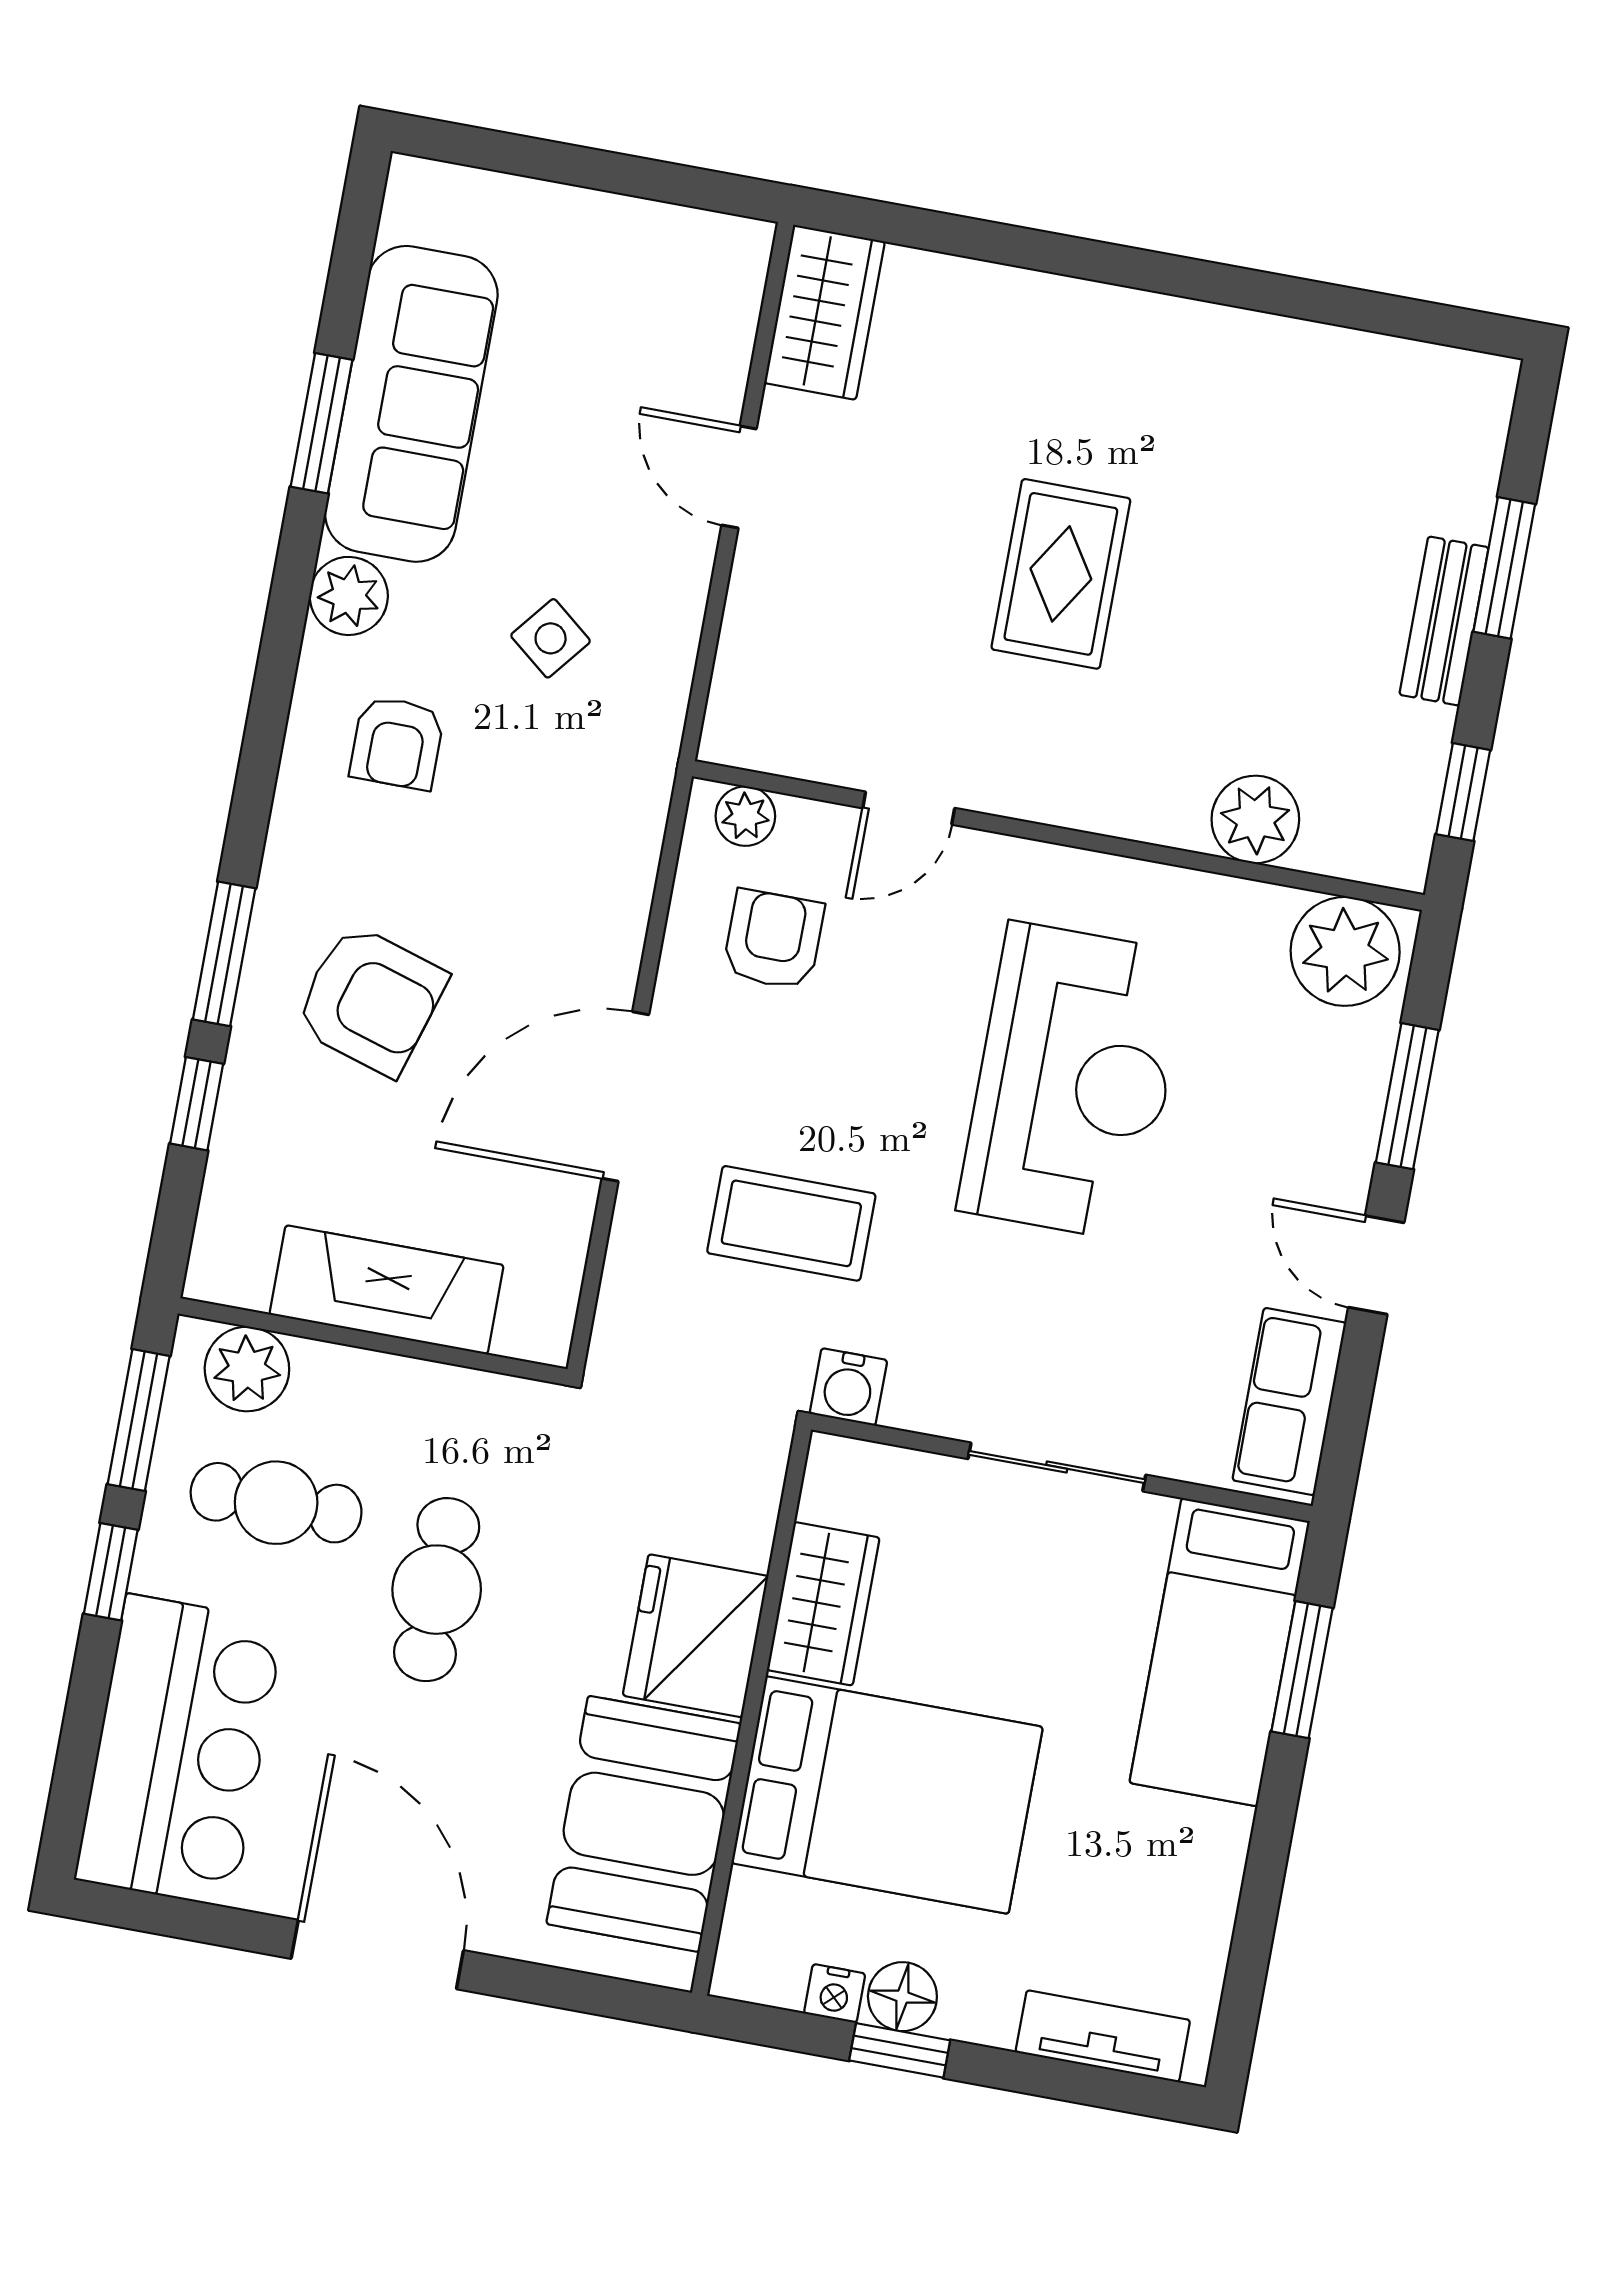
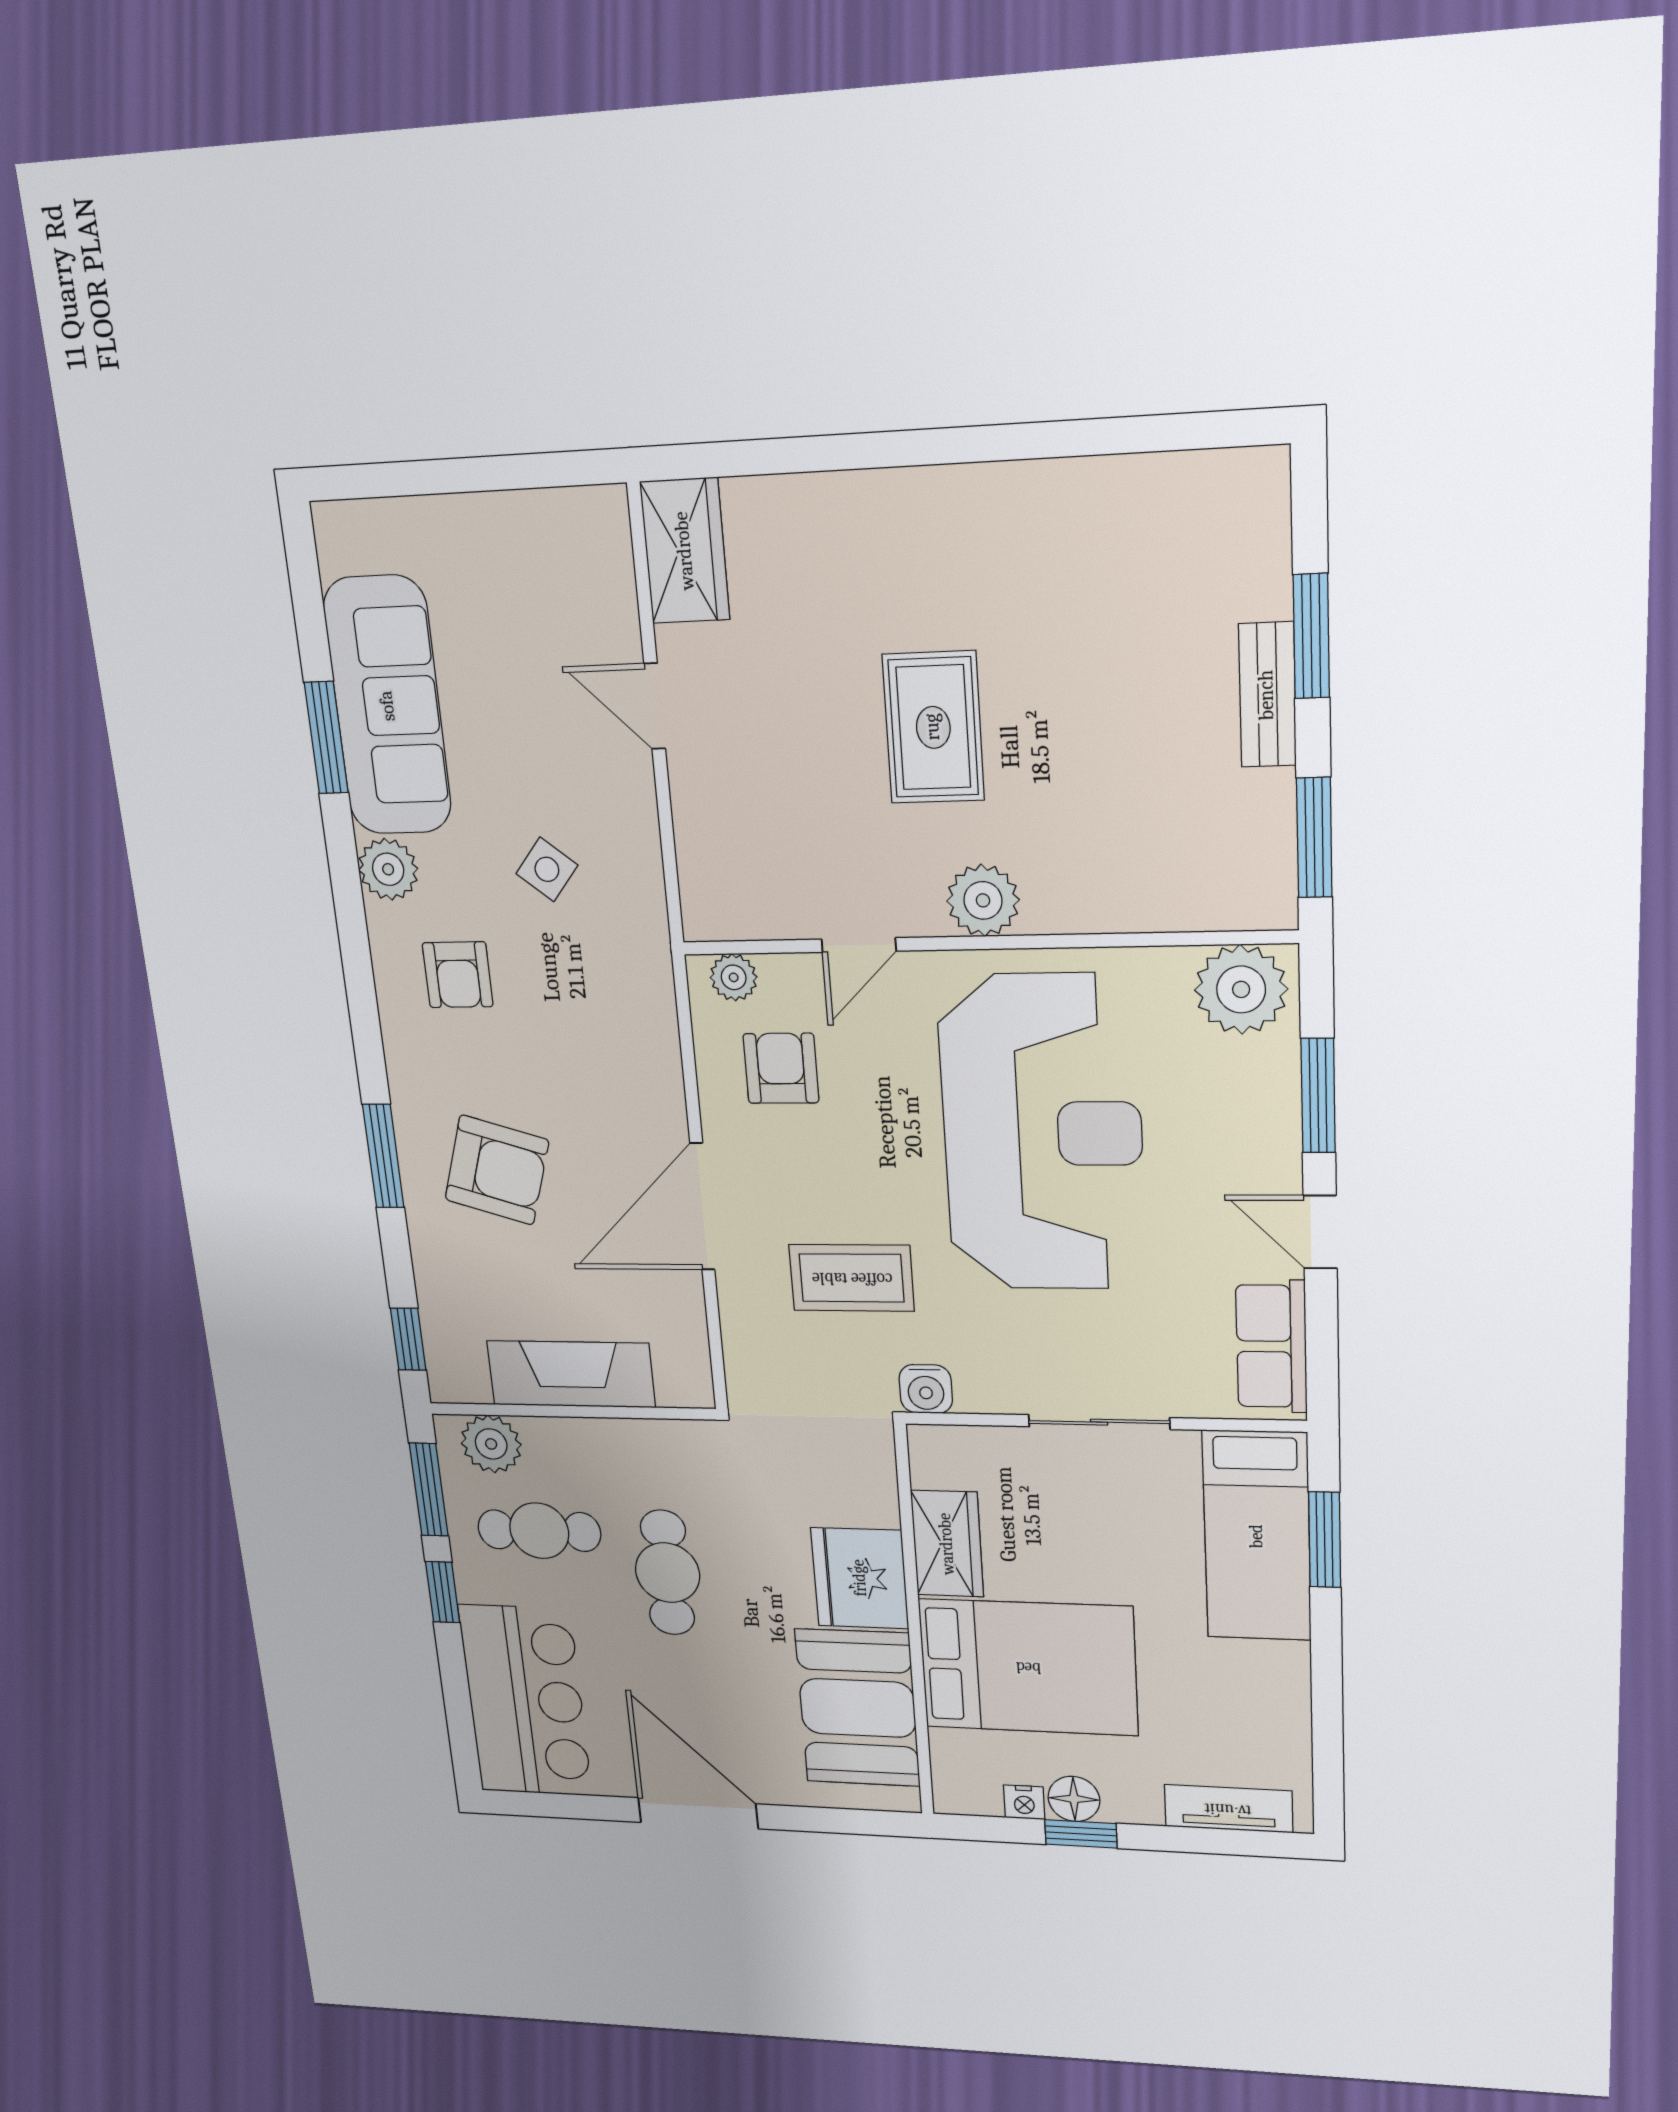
window: (1463, 792) -> (1314, 838), width x1.50
plant: (1255, 819) -> (983, 900), moved
reception desk: (1073, 1082) -> (1042, 1134), width x1.36, depth x1.30
window: (197, 1104) -> (408, 1339), moved

